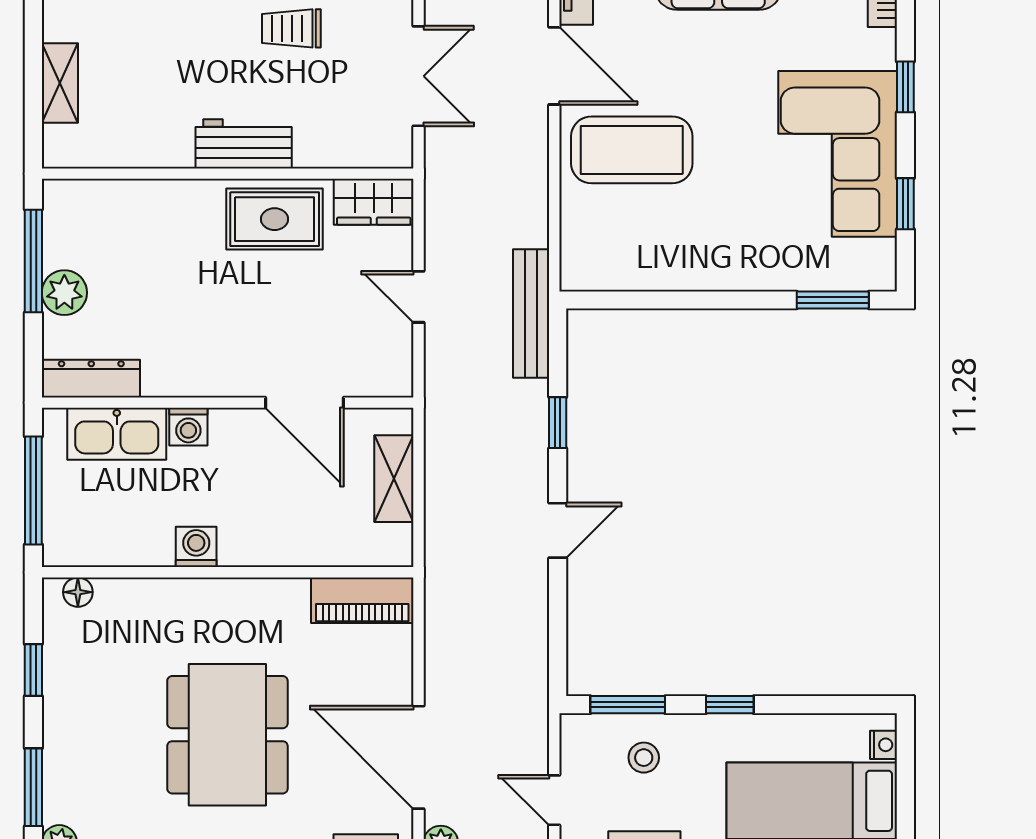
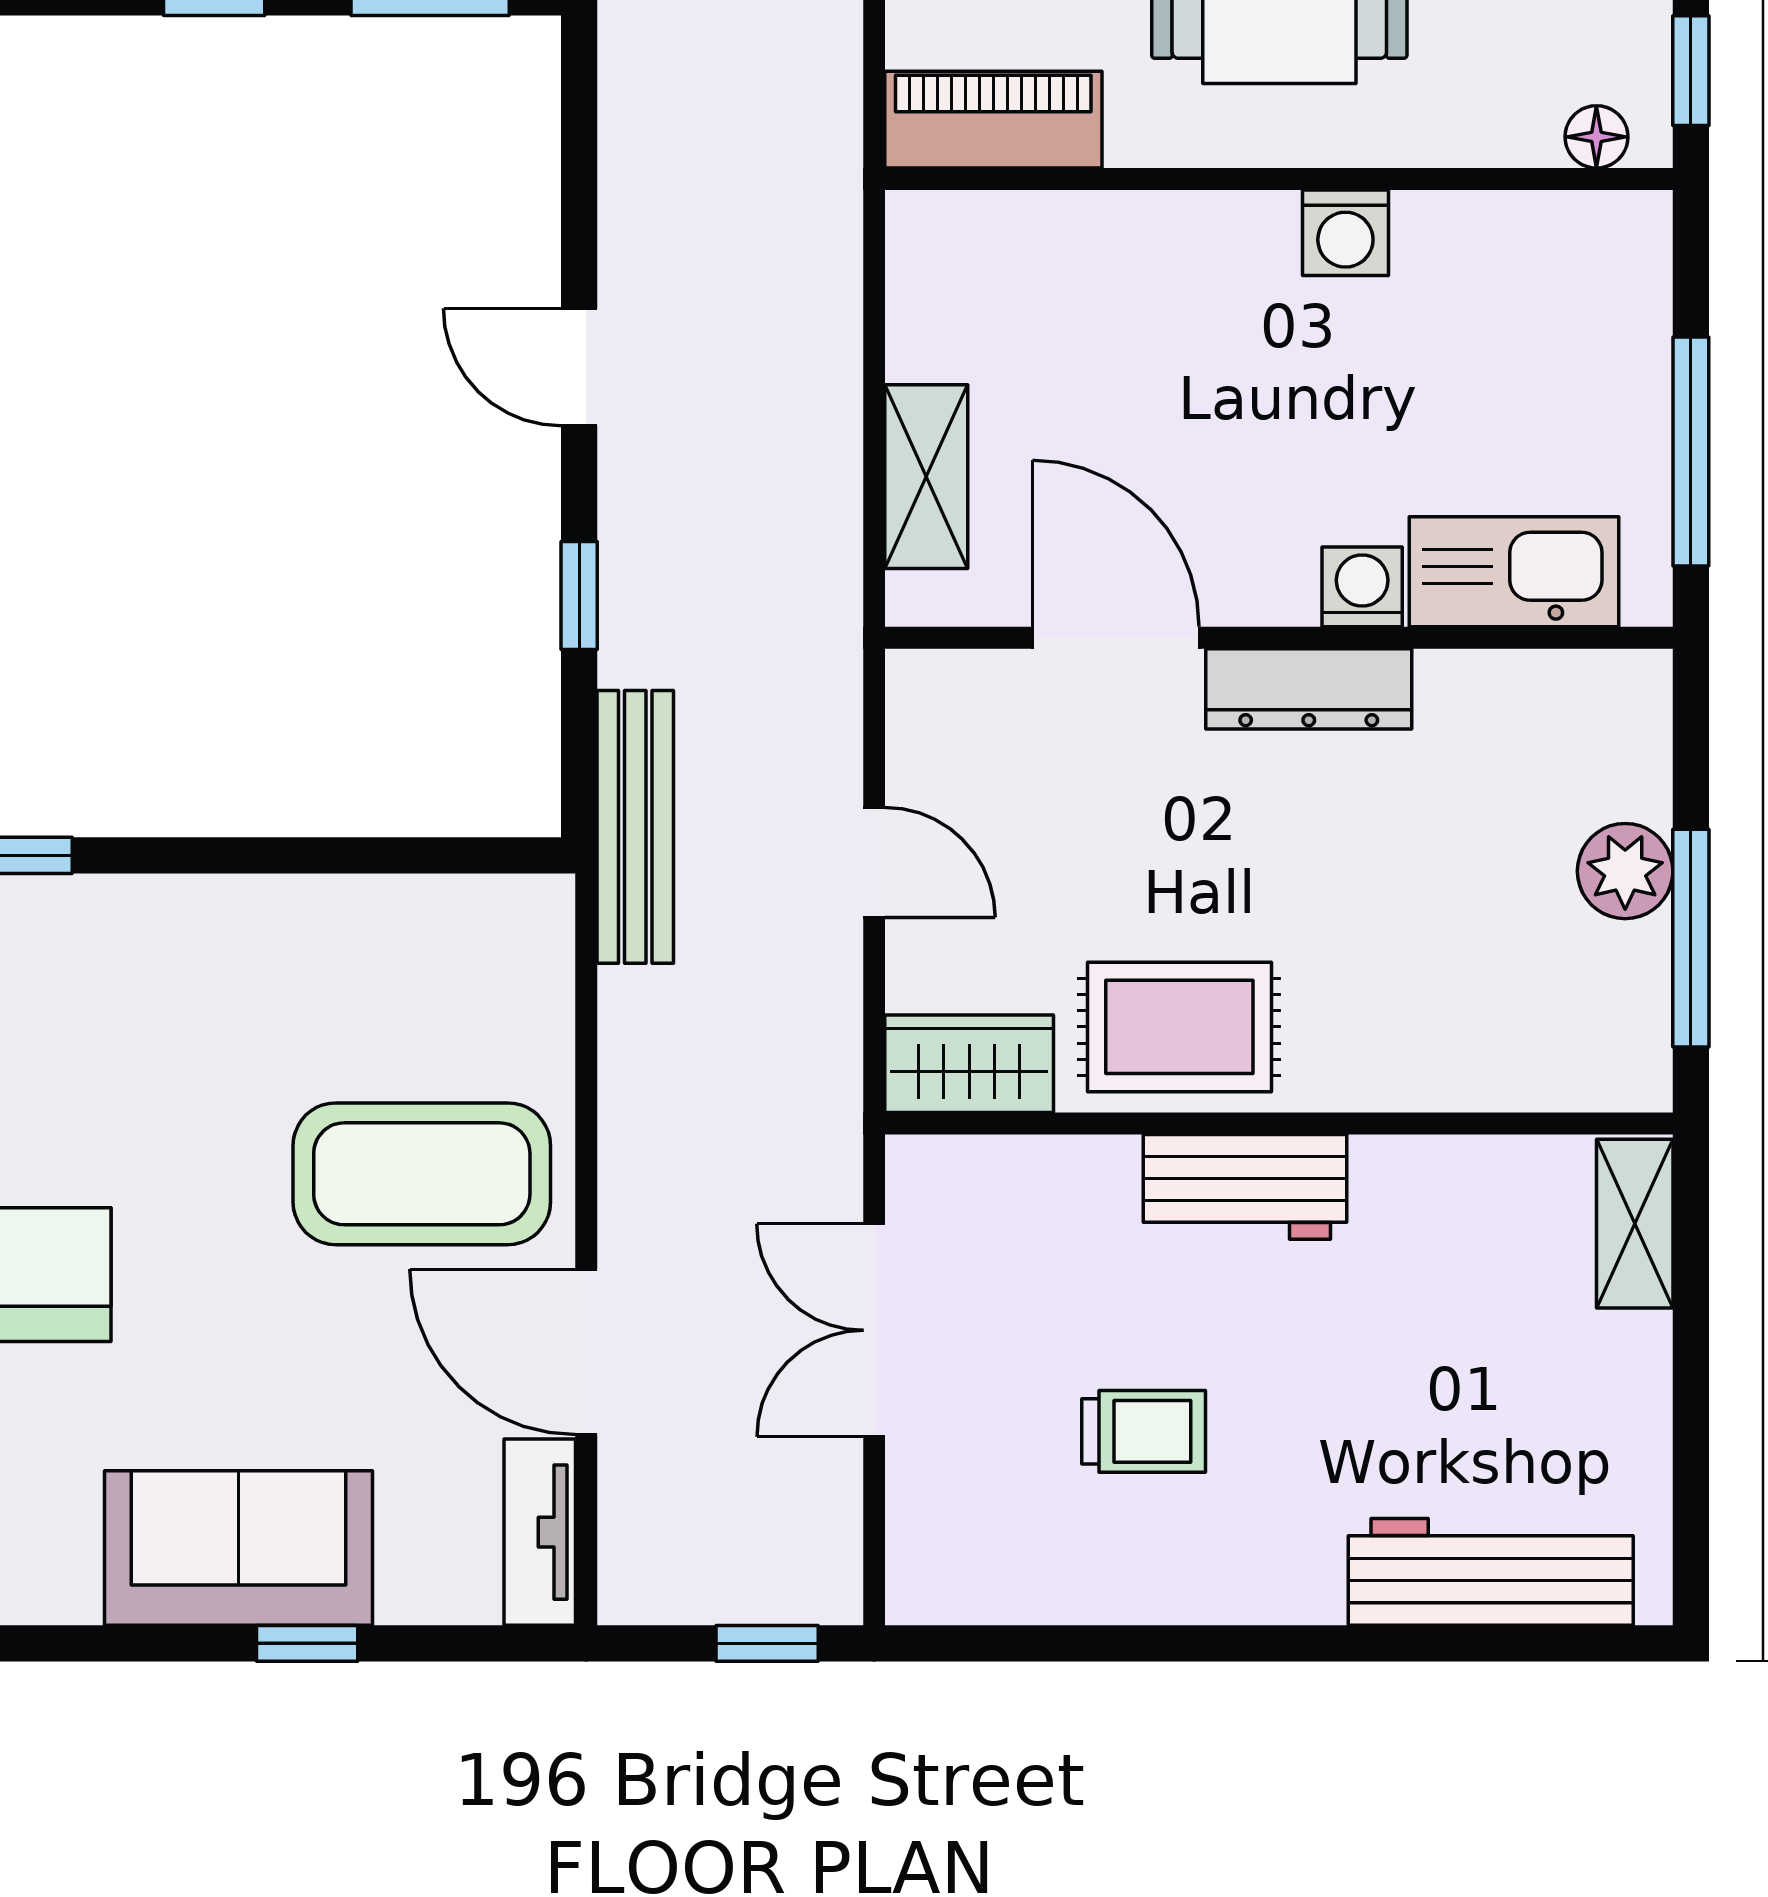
shelving: (60, 83) -> (1635, 1224), moved
dresser: (91, 379) -> (1309, 689), moved
door: (558, 530) -> (579, 367), hinge flipped
washing machine: (196, 547) -> (1345, 233), moved
wall: (228, 572) -> (1279, 179), moved
floor lamp: (78, 592) -> (1596, 137), moved
piano: (362, 600) -> (993, 120), moved

